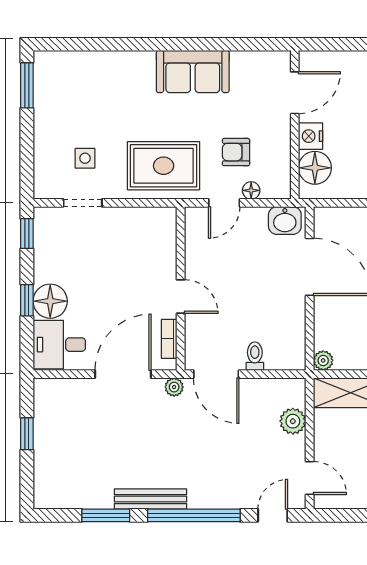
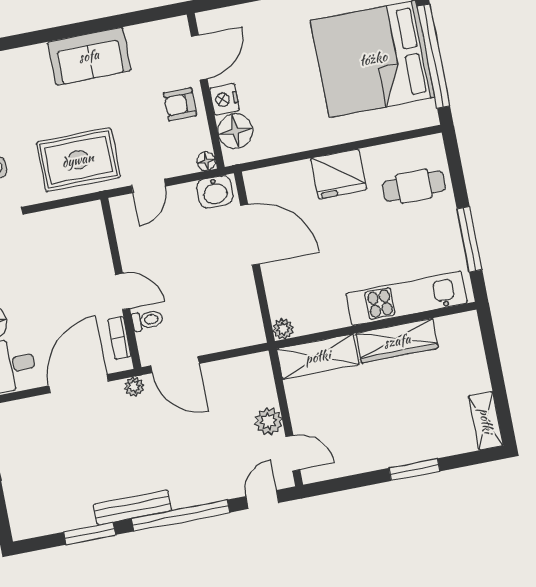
armchair: (236, 152) -> (180, 104), moved
floor lamp: (251, 190) -> (206, 161), moved
toilet: (255, 356) -> (147, 320), moved, turned 90
plant: (293, 421) -> (269, 421), moved

